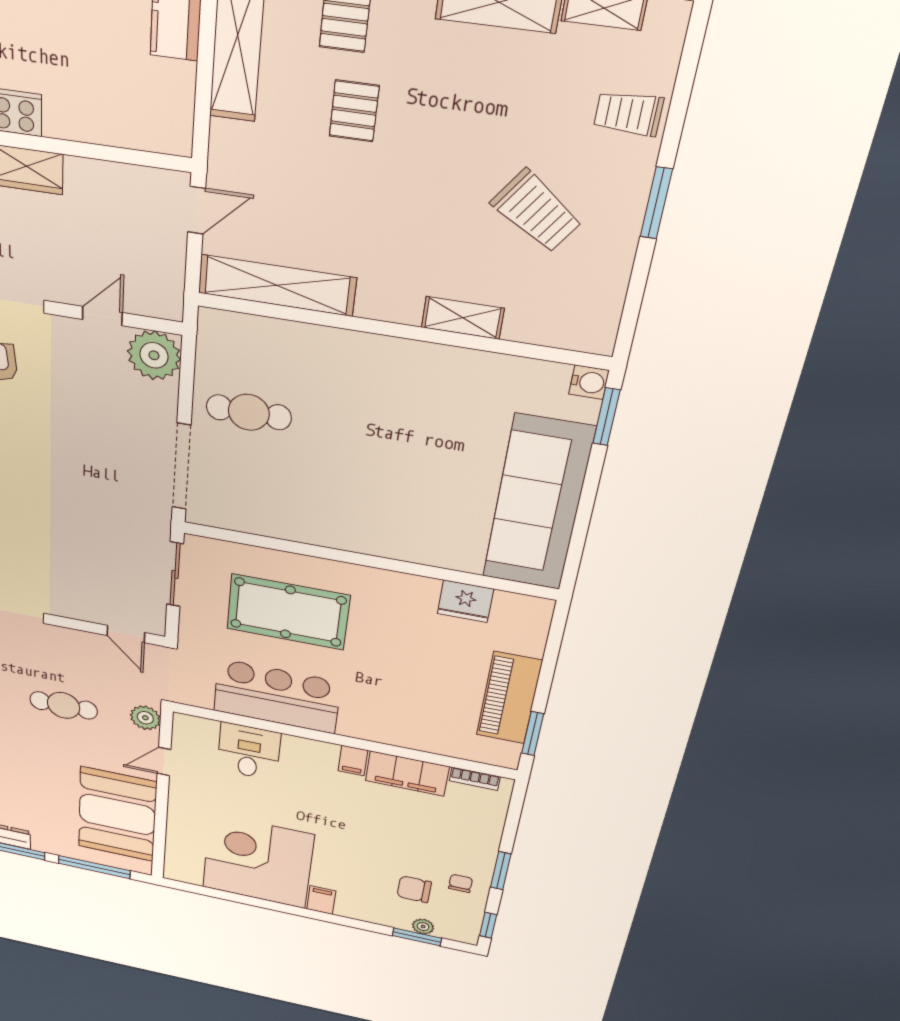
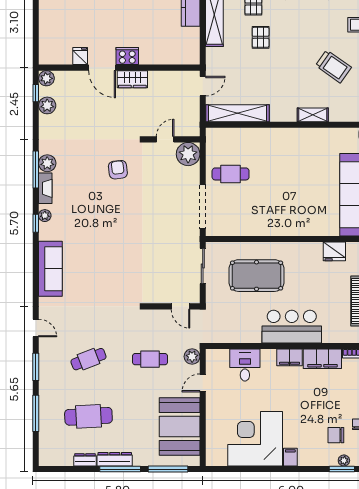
bar counter: (277, 696) -> (292, 327), moved
filing cabinet: (353, 761) -> (290, 357), width x2.00

